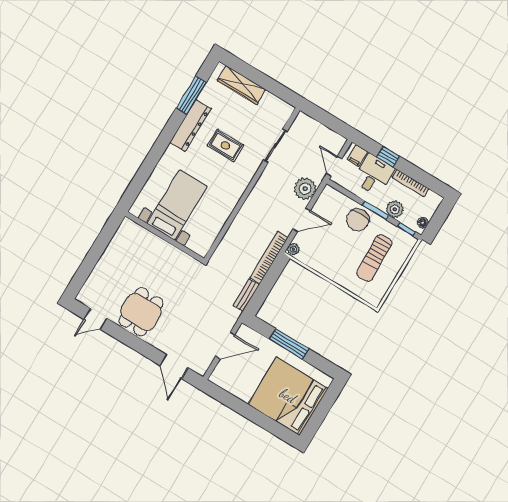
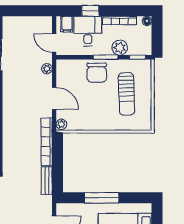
plant: (305, 189) -> (47, 69), width x0.53, depth x0.53
door: (302, 220) -> (54, 98), hinge flipped
floor lamp: (423, 223) -> (147, 21), moved

